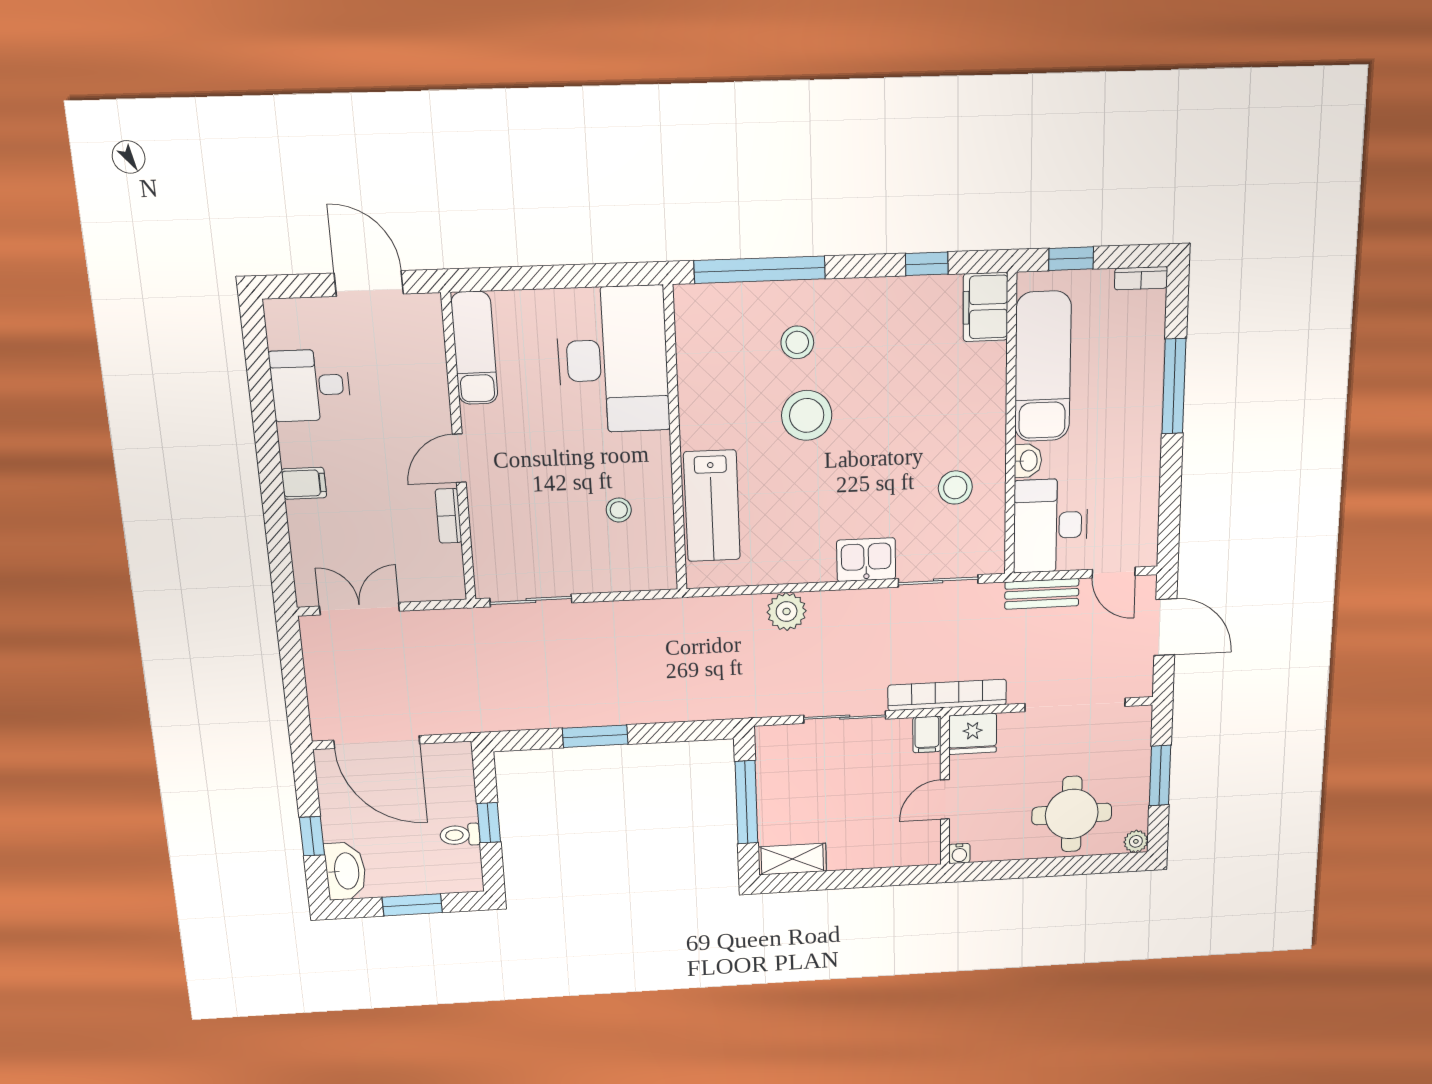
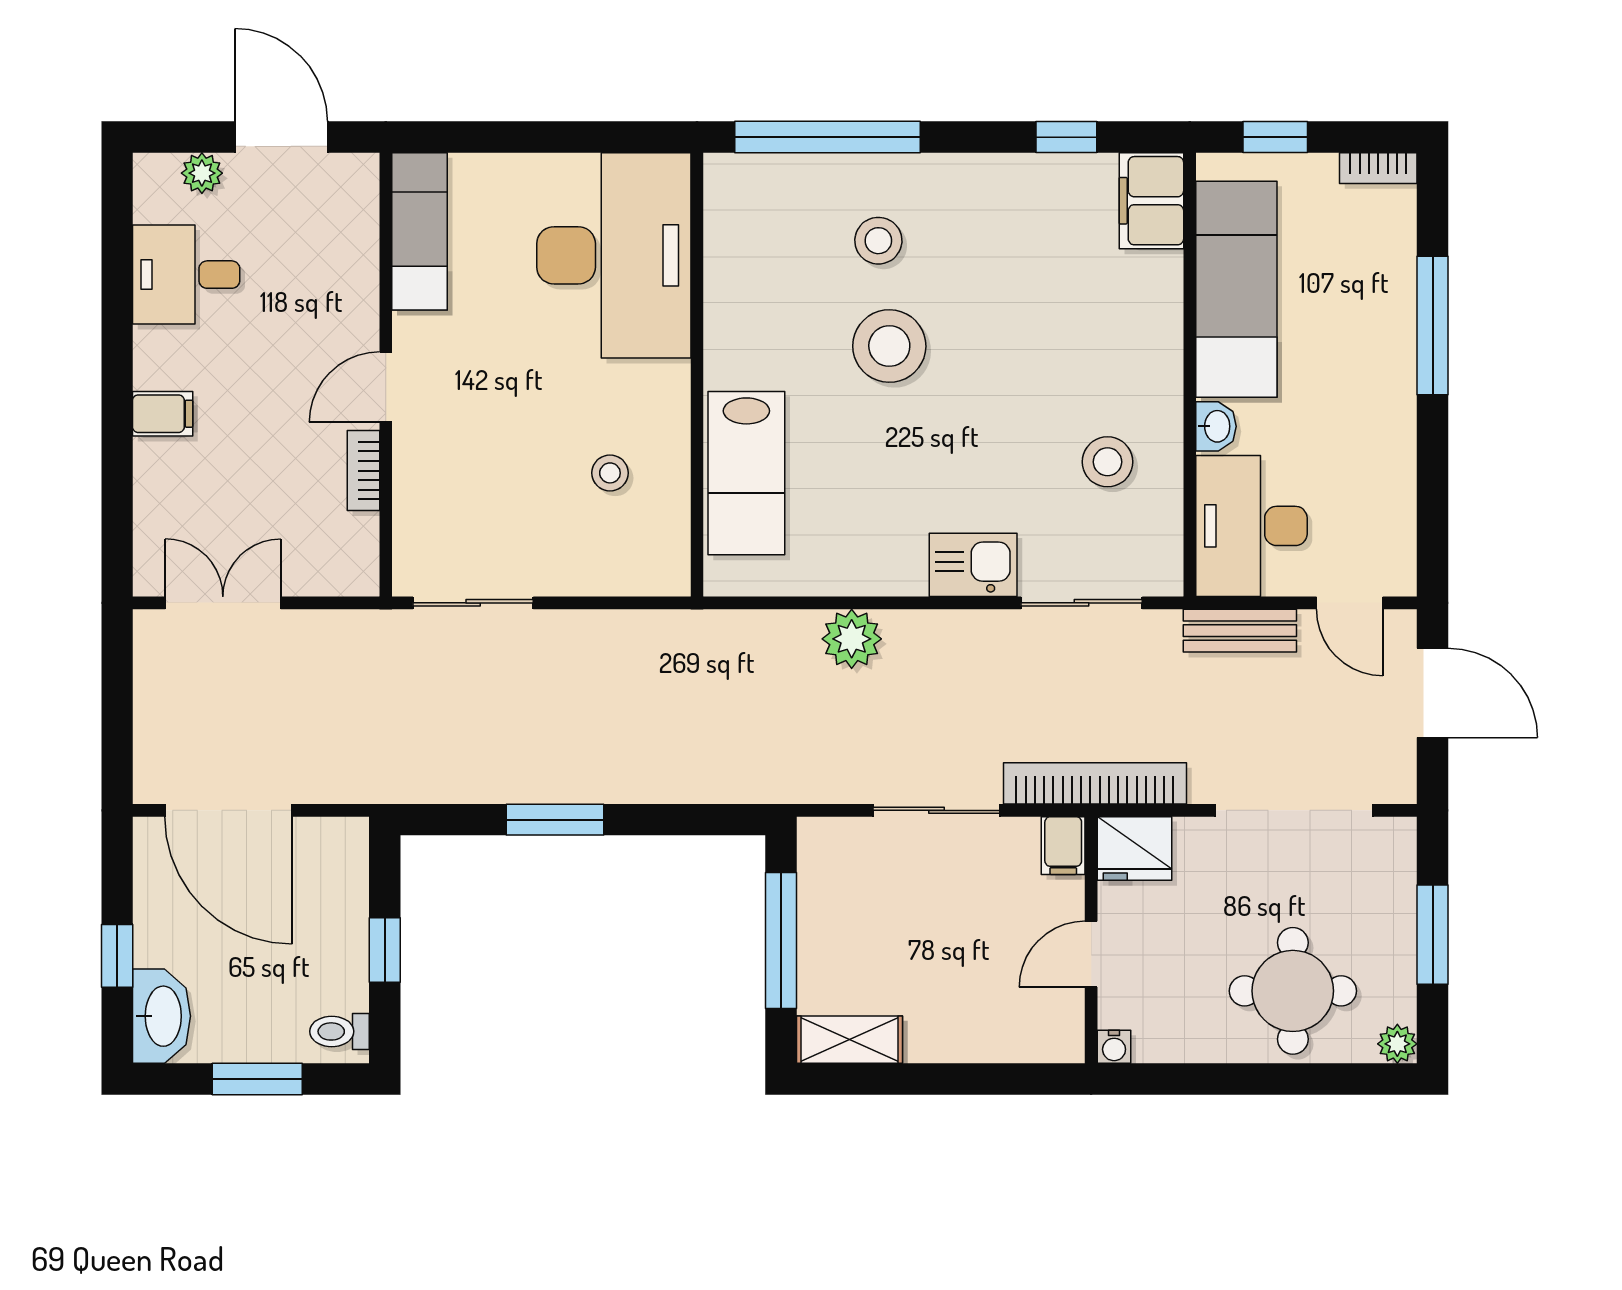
plant: (314, 312) -> (202, 173), added
toilet: (460, 835) -> (339, 1031), moved

